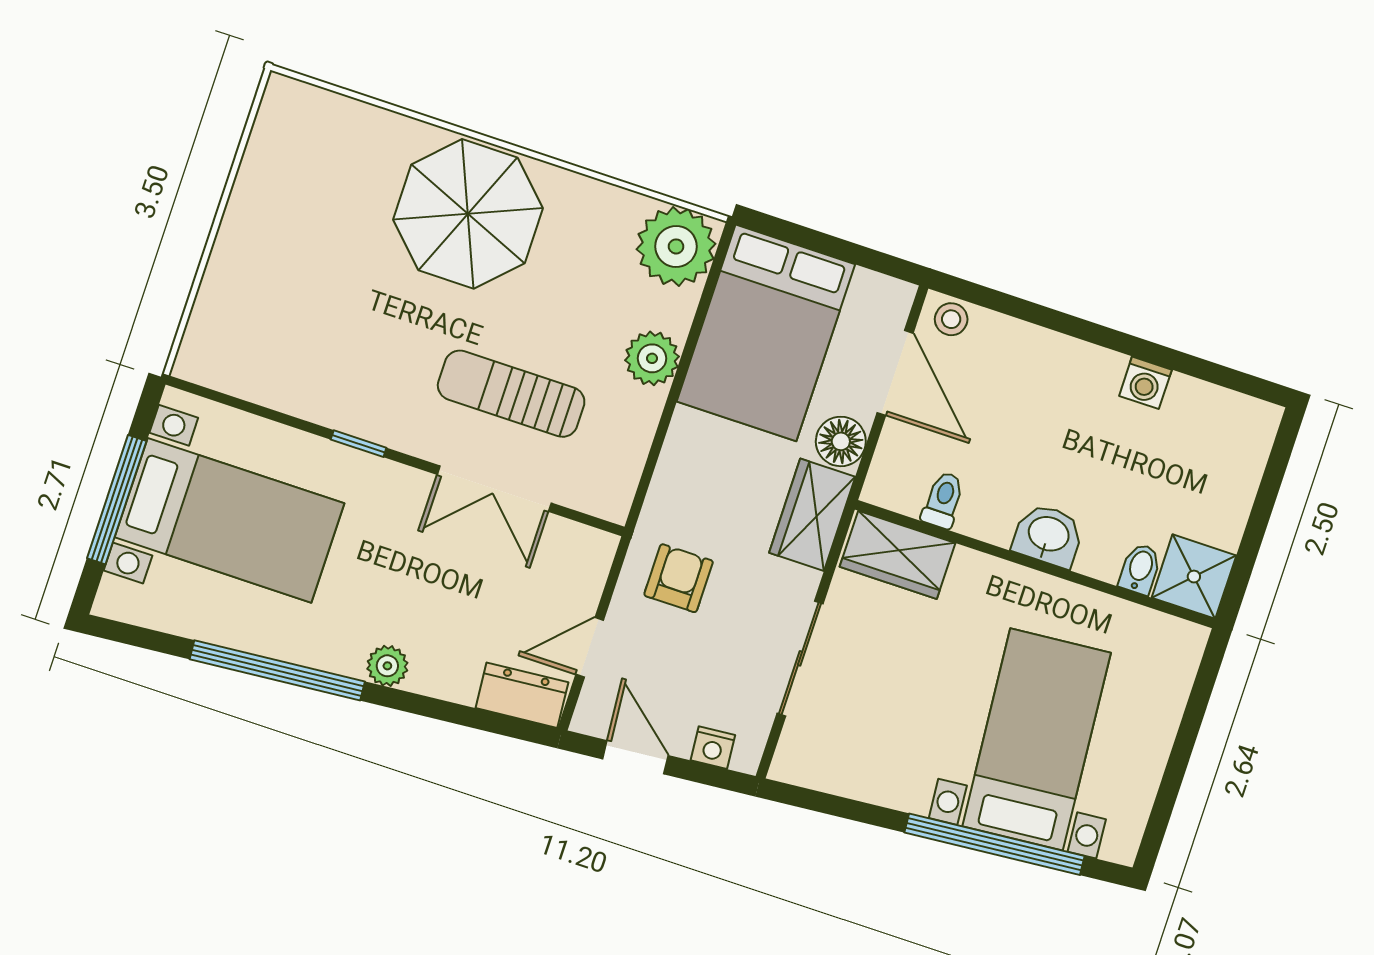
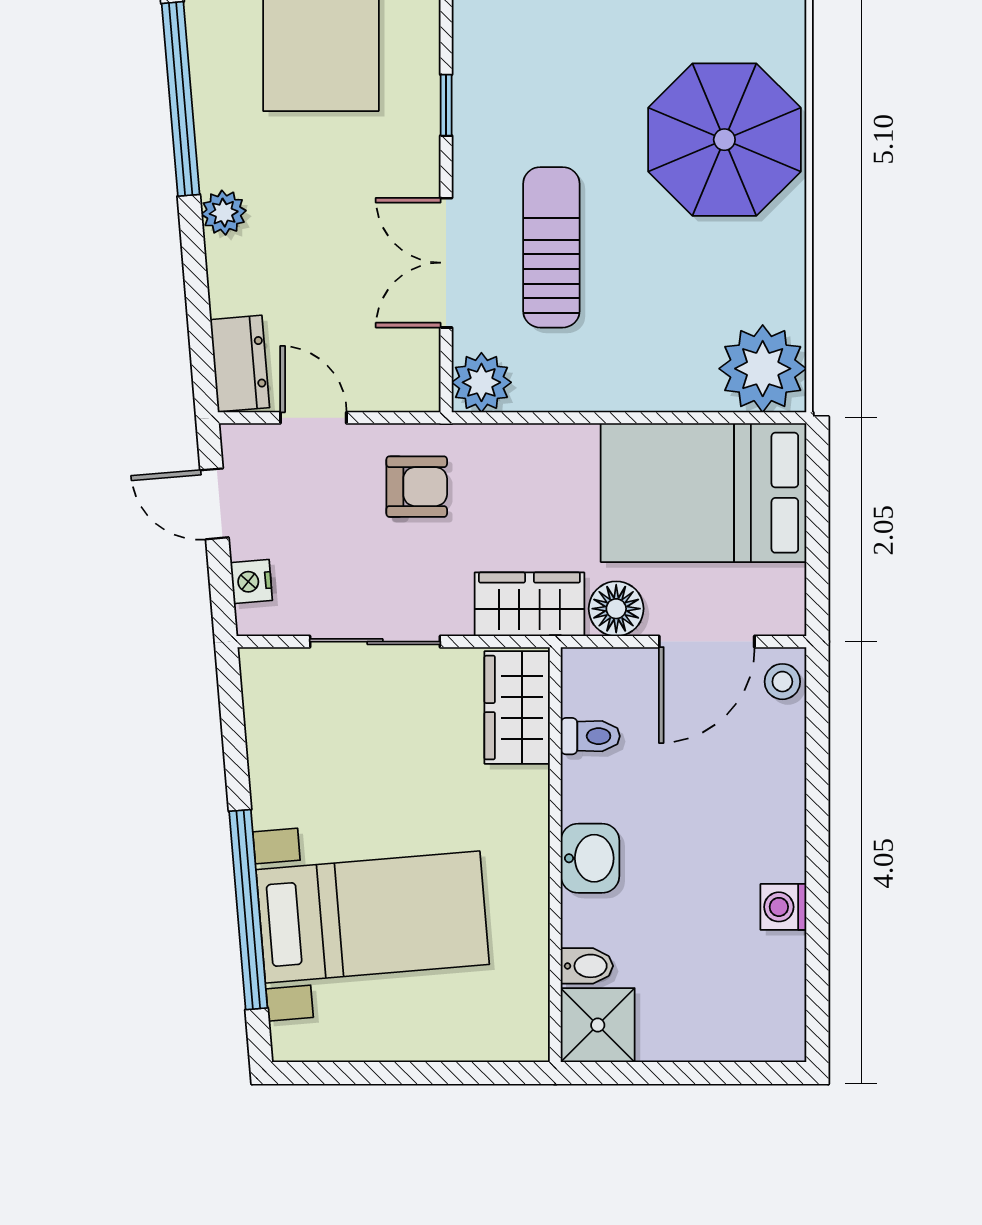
plant: (652, 358) -> (481, 382), moved
door: (635, 757) -> (214, 504), swing flipped

